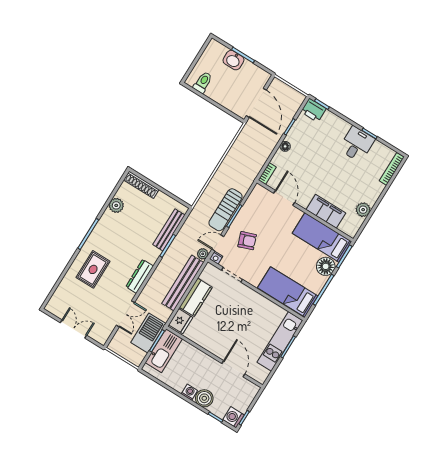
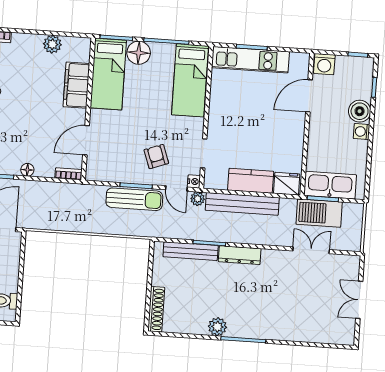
plant: (116, 205) -> (217, 327), moved
rug: (93, 269) -> (280, 313), removed
dresser: (140, 276) -> (240, 255), moved
washing machine: (233, 417) -> (324, 64), moved

